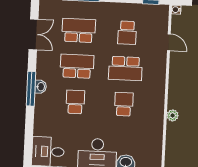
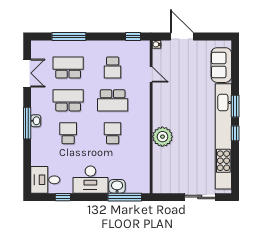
plant: (173, 115) -> (162, 137), width x1.88, depth x1.88

